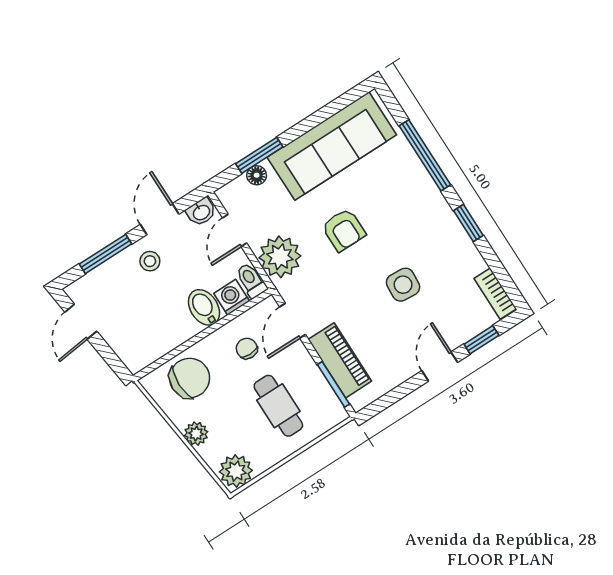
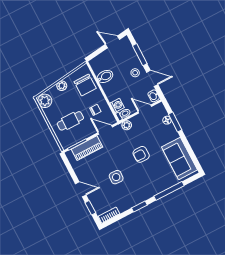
sofa: (332, 146) -> (179, 158), width x0.73
plant: (280, 257) -> (127, 125), width x0.53, depth x0.53
bidet: (204, 307) -> (105, 77), moved

